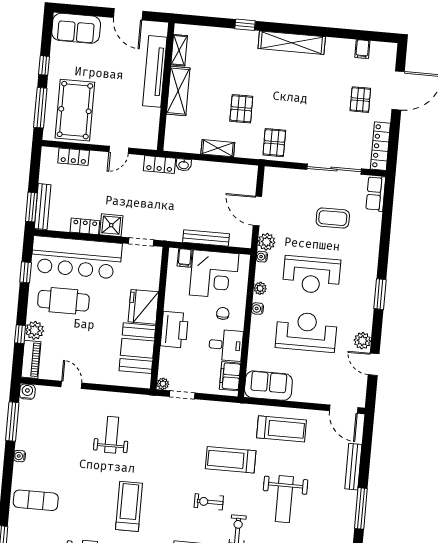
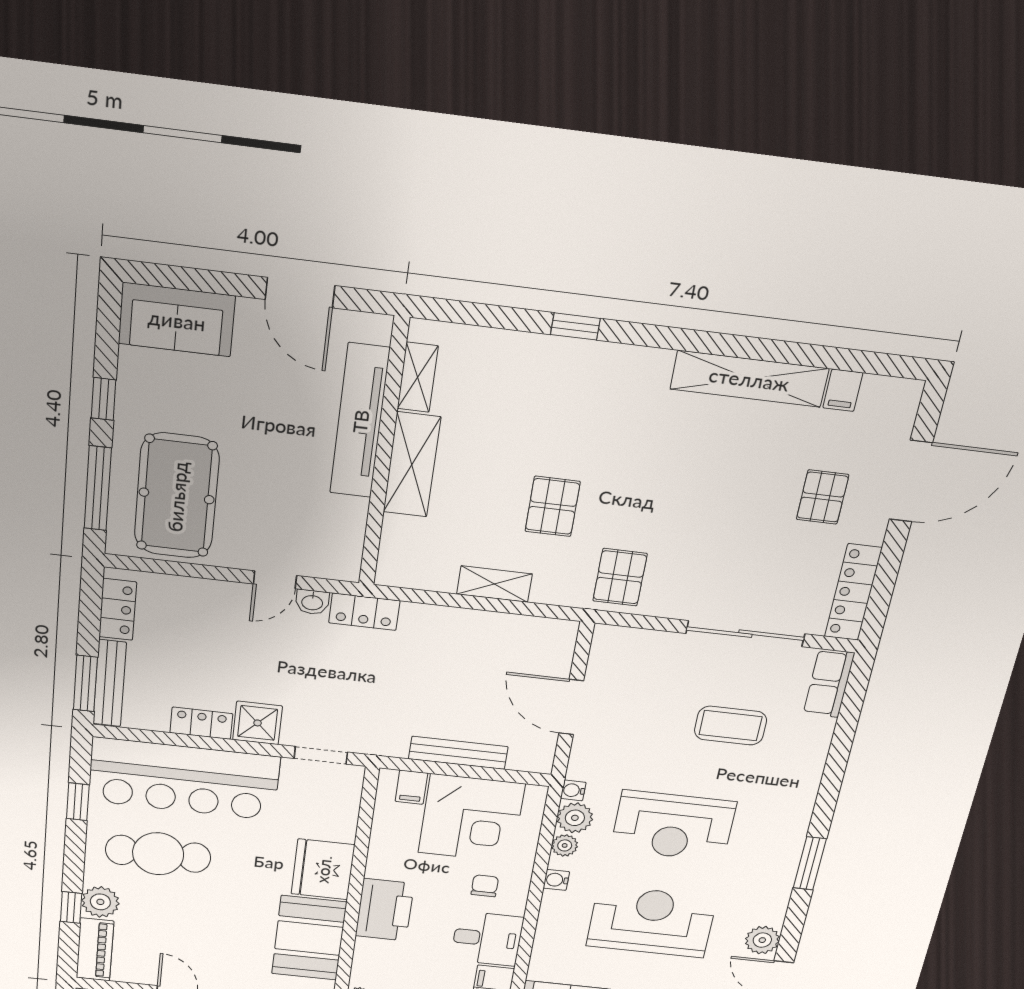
shelving: (292, 43) -> (749, 379), moved
locker: (74, 157) -> (118, 609), moved, turned -90
washbasin: (184, 165) -> (312, 602), moved
plant: (267, 242) -> (575, 818), moved

